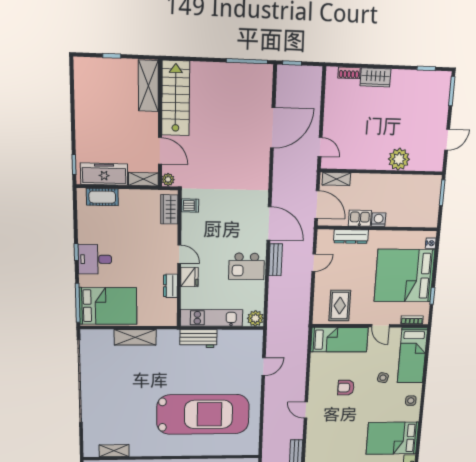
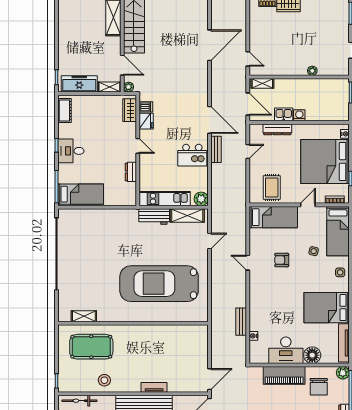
plant: (399, 159) -> (312, 71), width x0.53, depth x0.53
cot: (102, 197) -> (64, 111), moved, turned 90
fridge: (189, 277) -> (146, 121), moved
bed: (108, 306) -> (81, 194), width x0.67
door: (380, 326) -> (308, 205), swing flipped
shelving: (135, 337) -> (187, 215), moved
door: (306, 410) -> (248, 263), moved
car: (203, 414) -> (159, 284), turned 180

